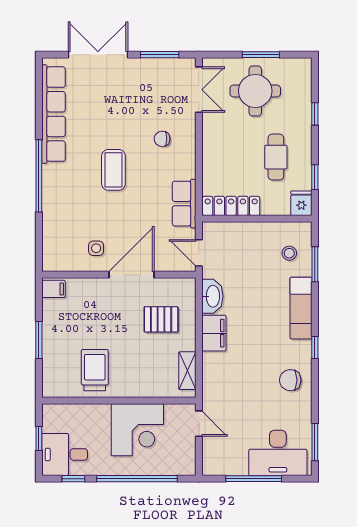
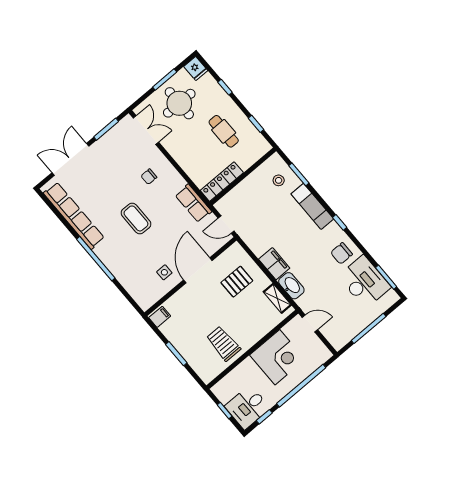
fridge: (301, 203) -> (196, 69), moved, turned 180
washbasin: (212, 296) -> (291, 286), moved
desk: (278, 453) -> (364, 282), moved, turned -90

